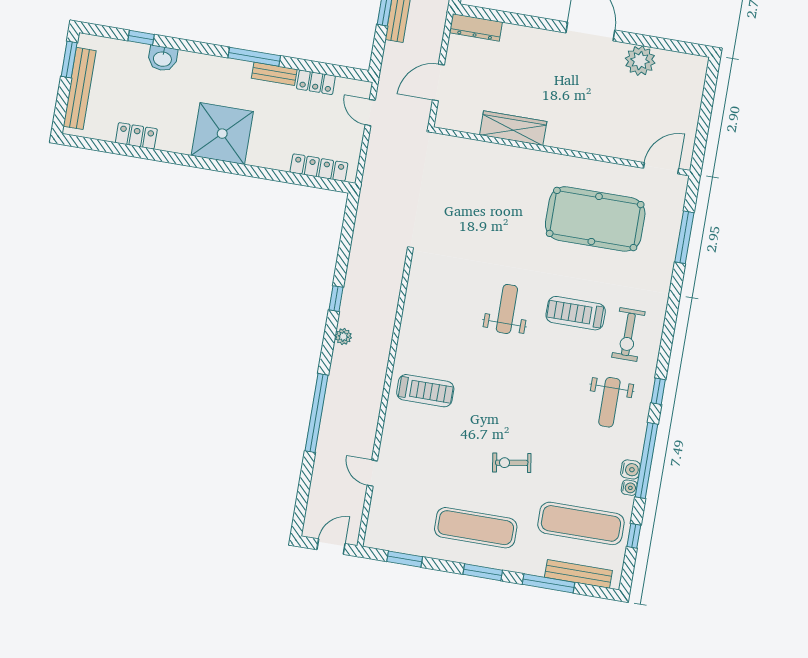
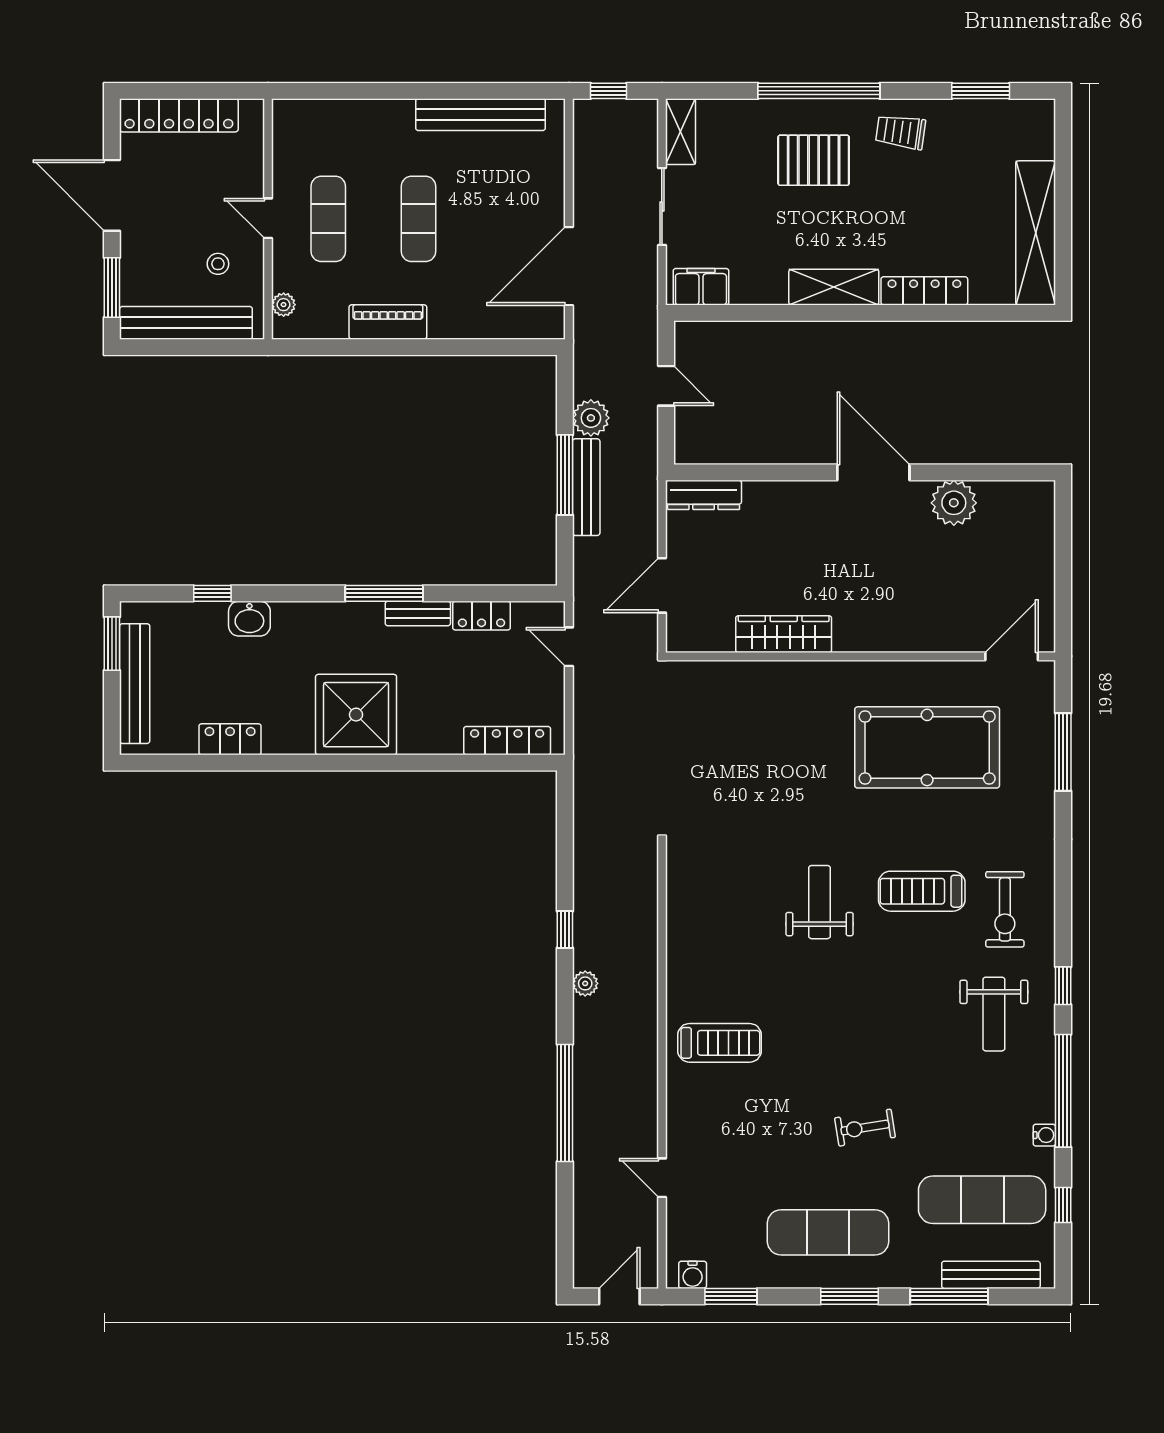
water cooler: (630, 469) -> (693, 1275), moved, turned 90

